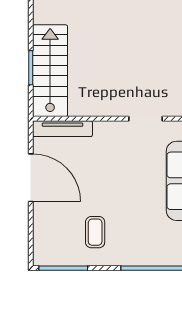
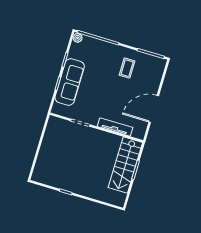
tv unit: (62, 129) -> (115, 127), moved
door: (31, 178) -> (154, 109), hinge flipped

